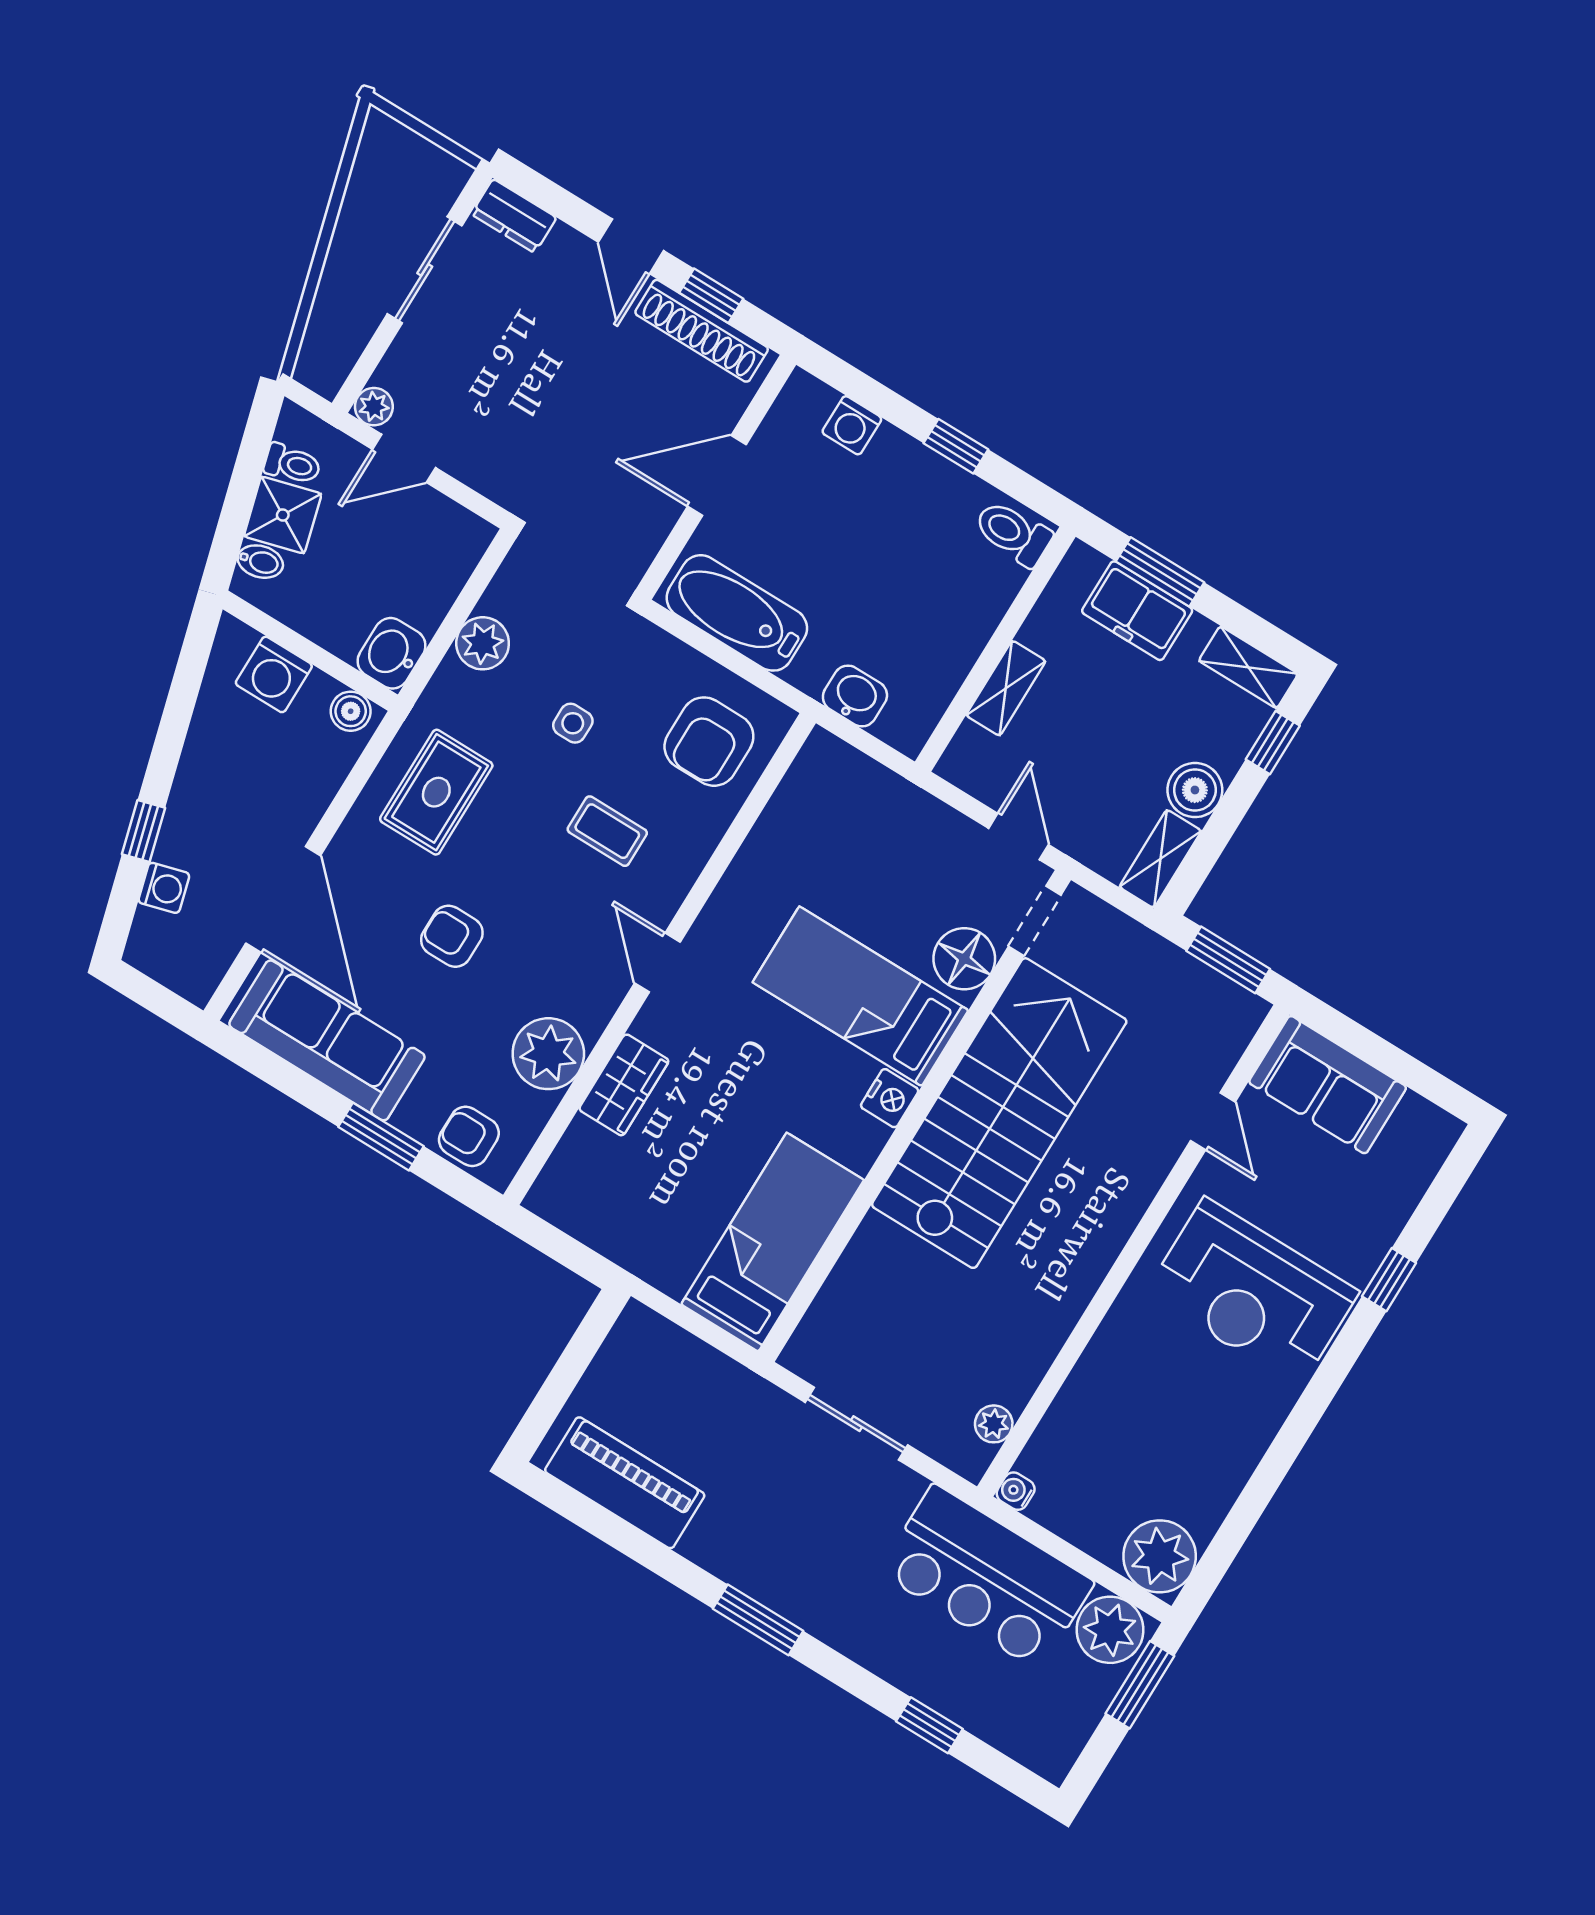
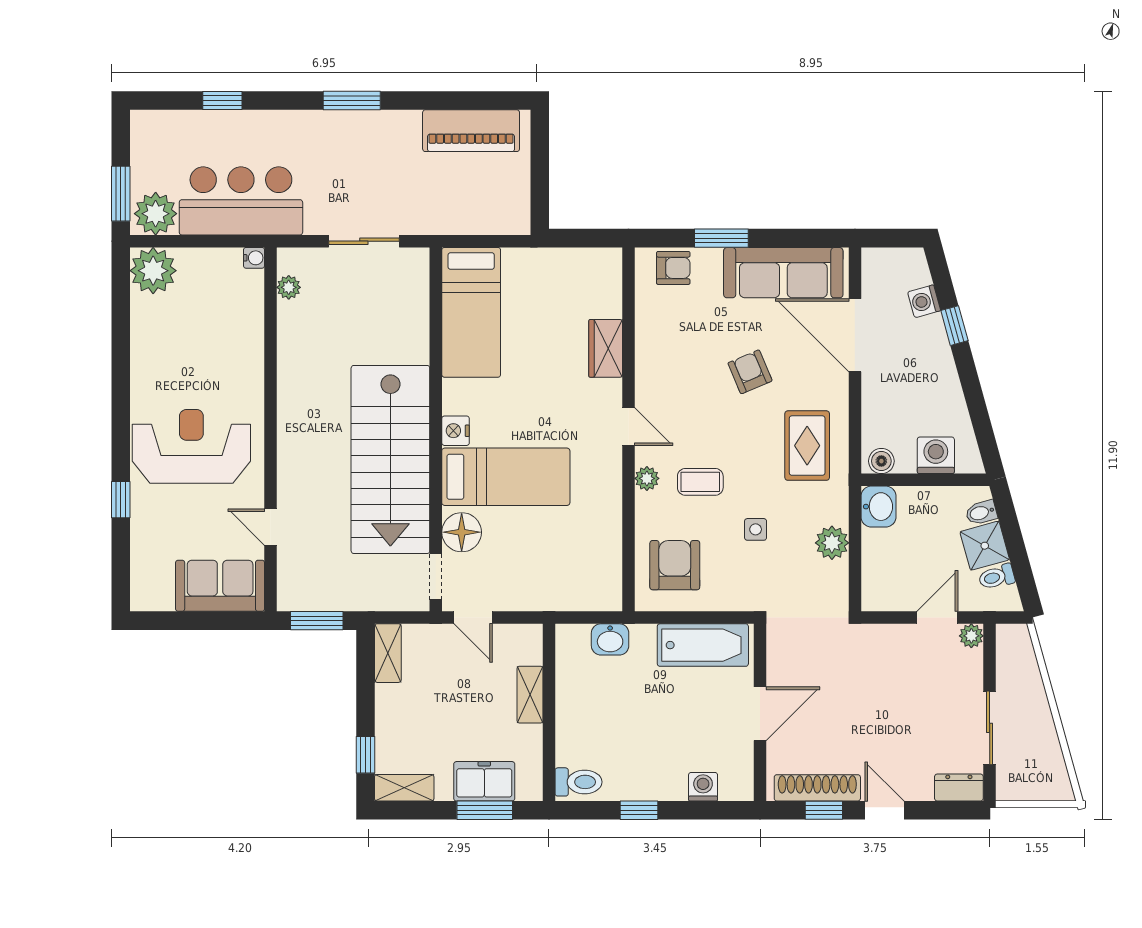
boiler: (1195, 790) -> (392, 702), removed
armchair: (452, 936) -> (750, 372), turned -113
plant: (548, 1054) -> (647, 478), moved, width x0.53, depth x0.53

